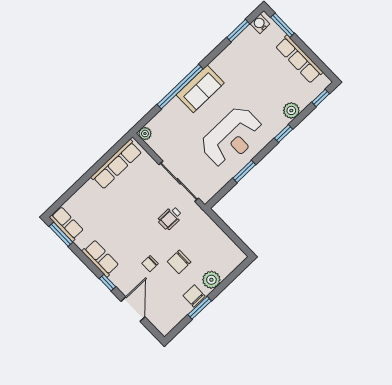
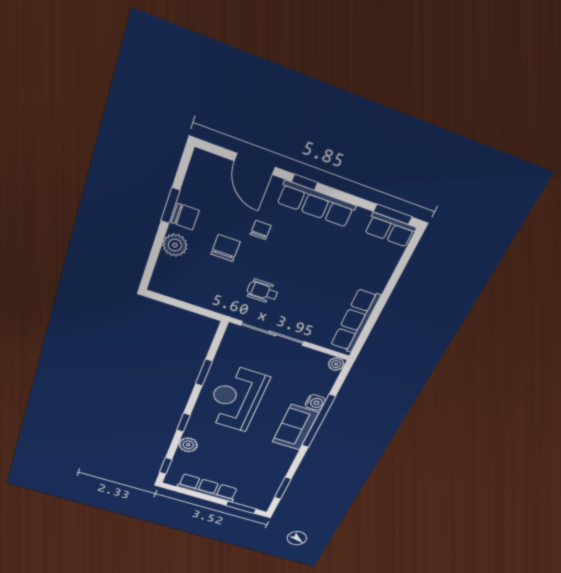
water cooler: (260, 24) -> (315, 402), moved
wheelchair: (170, 218) -> (262, 291), turned -90
row of seats: (100, 258) -> (316, 204), width x1.48

